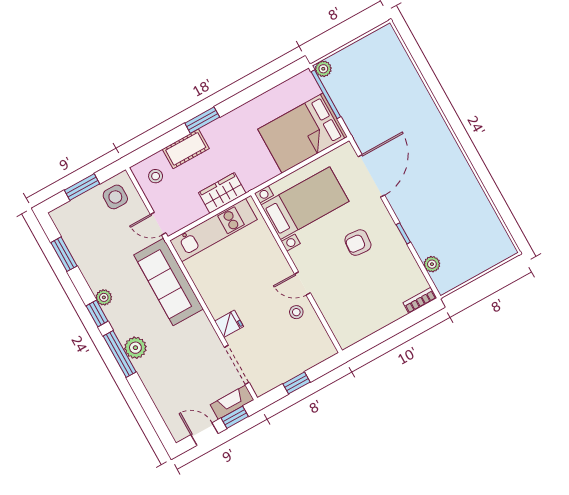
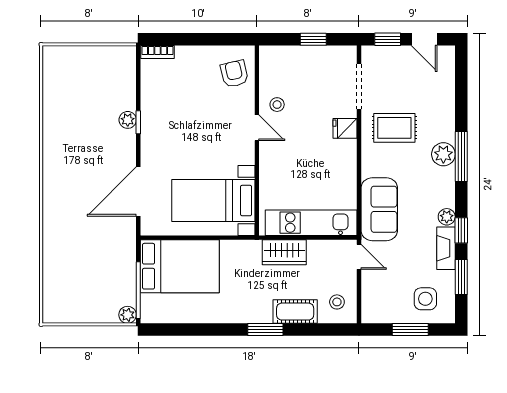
side table: (115, 197) -> (425, 299), moved
armchair: (358, 243) -> (234, 74), moved, turned -108
plant: (432, 264) -> (128, 120), moved
sofa: (168, 282) -> (379, 209), width x0.73
window: (97, 313) -> (461, 230), moved
rug: (188, 347) -> (394, 128), added
fireplace: (232, 402) -> (446, 248), moved, turned 90

